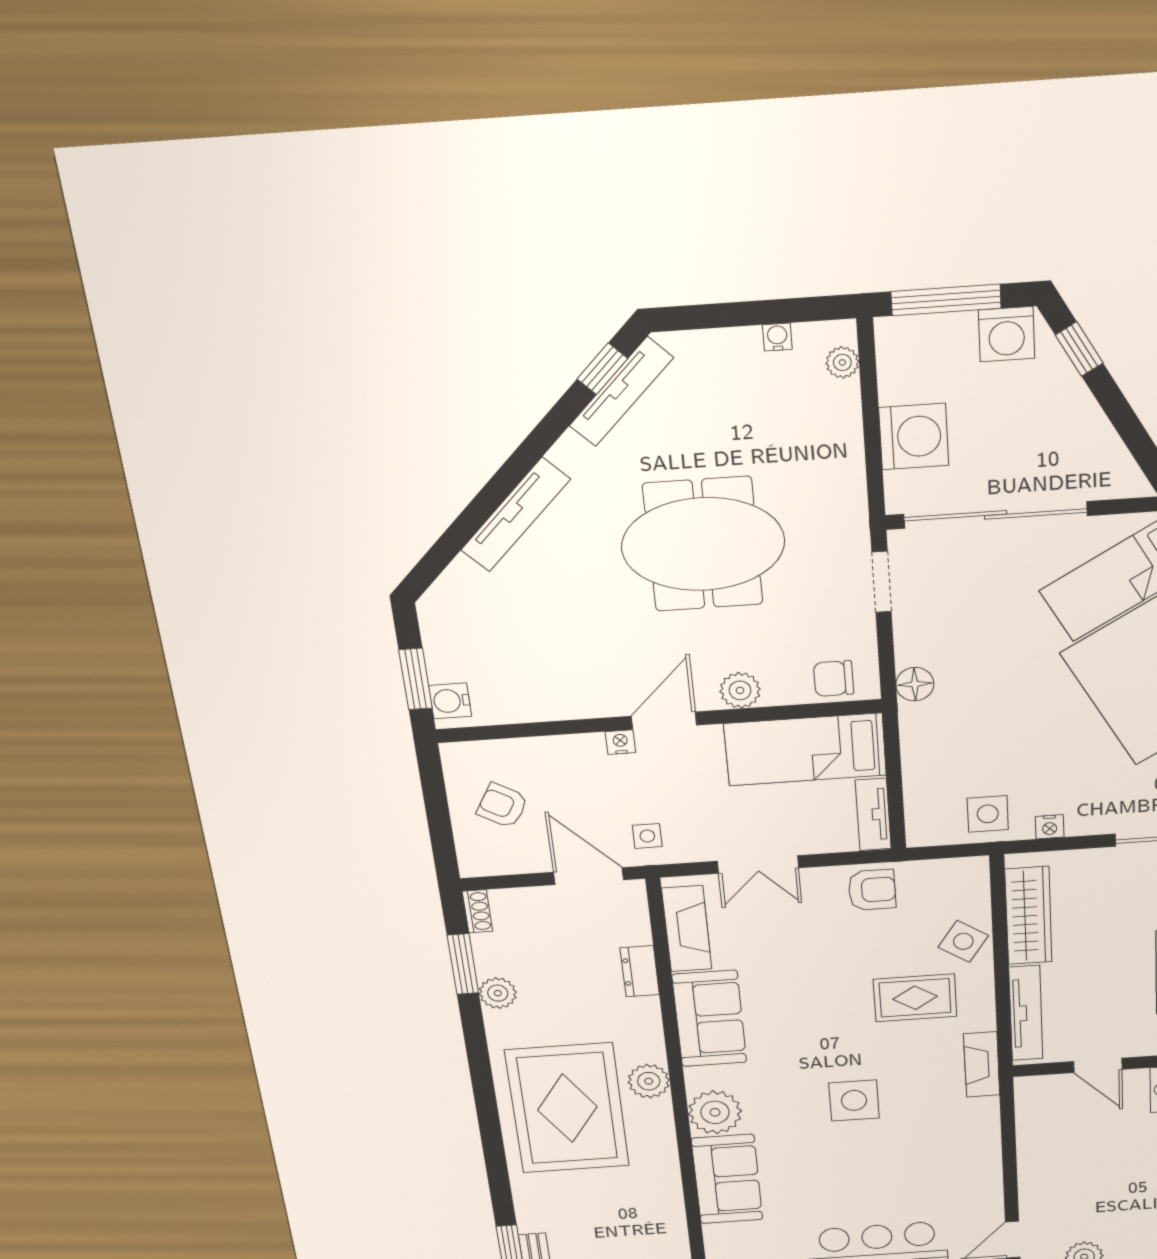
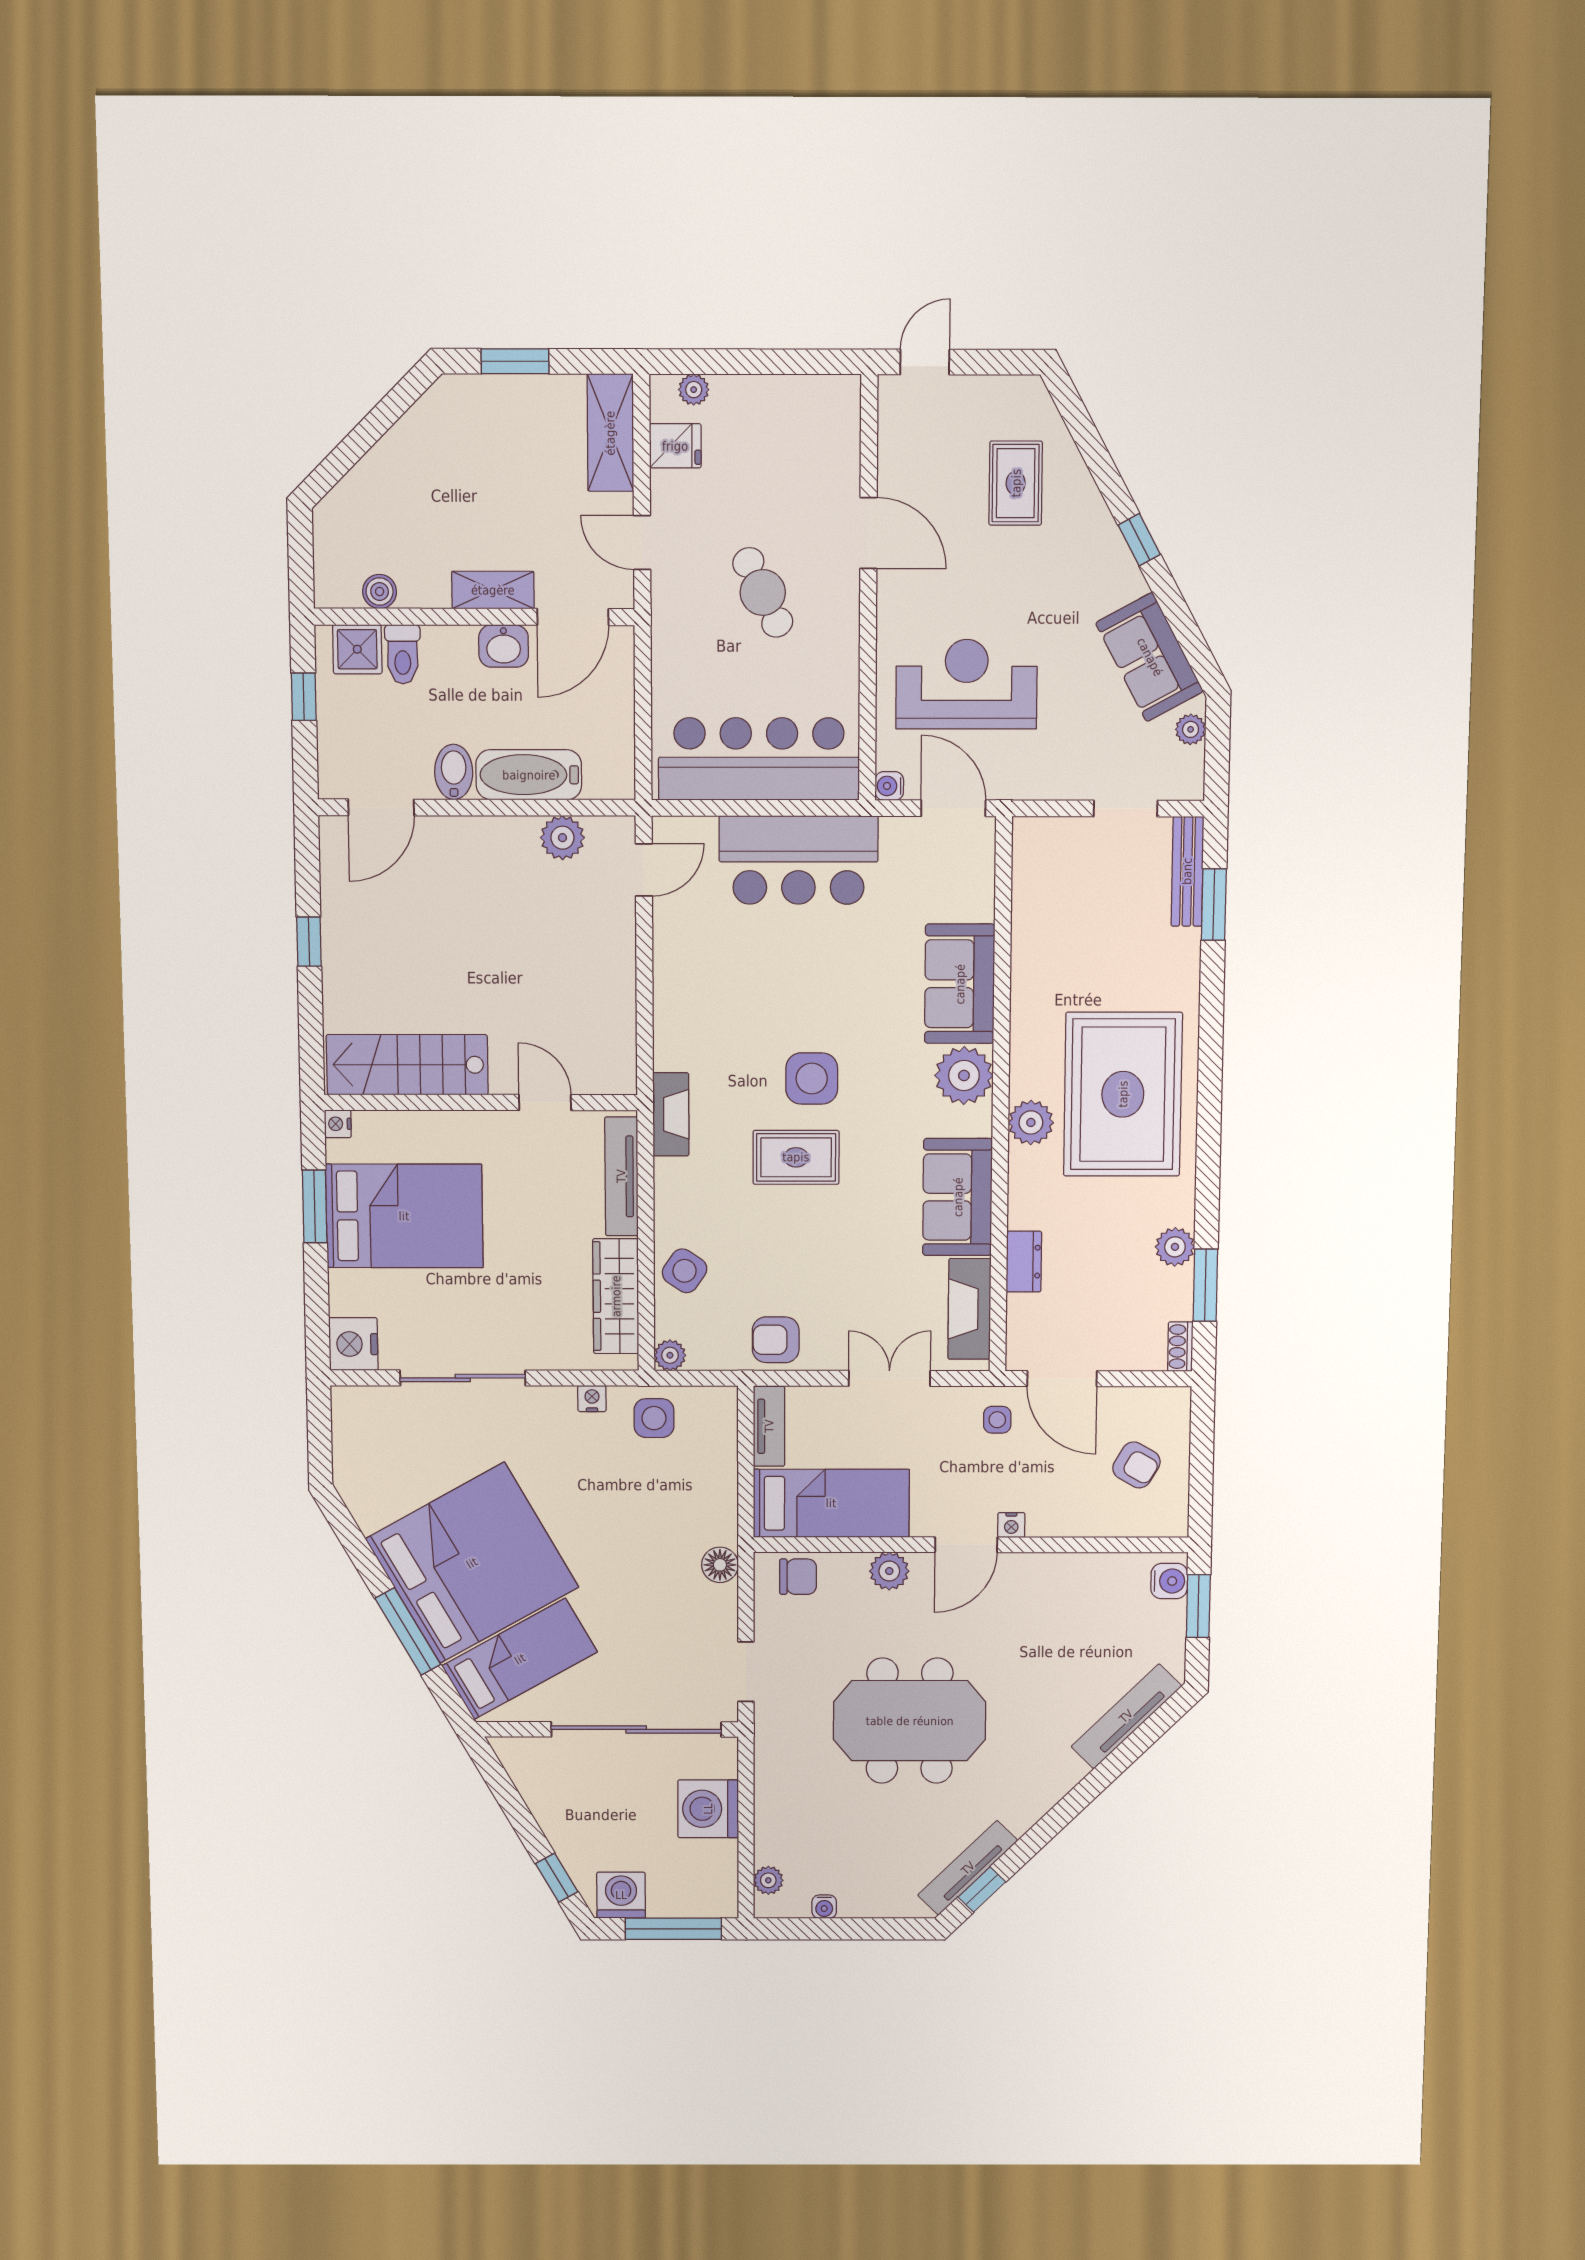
tv unit: (515, 515) -> (1126, 1716), moved
plant: (974, 870) -> (670, 1355), added
rug: (915, 998) -> (796, 1157), moved

